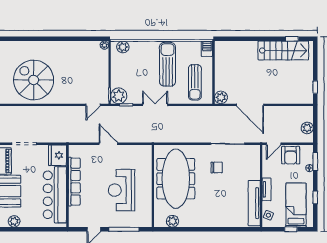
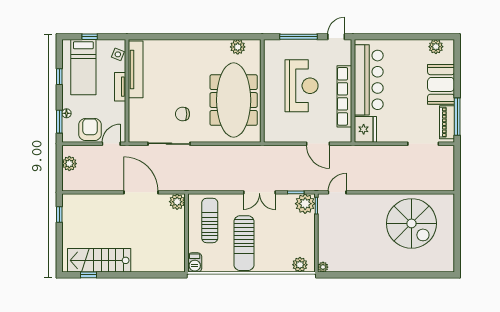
fridge: (58, 155) -> (365, 129), moved
row of seats: (74, 182) -> (344, 96), moved
wall: (67, 186) -> (353, 91), moved
bar counter: (55, 195) -> (369, 80), moved

